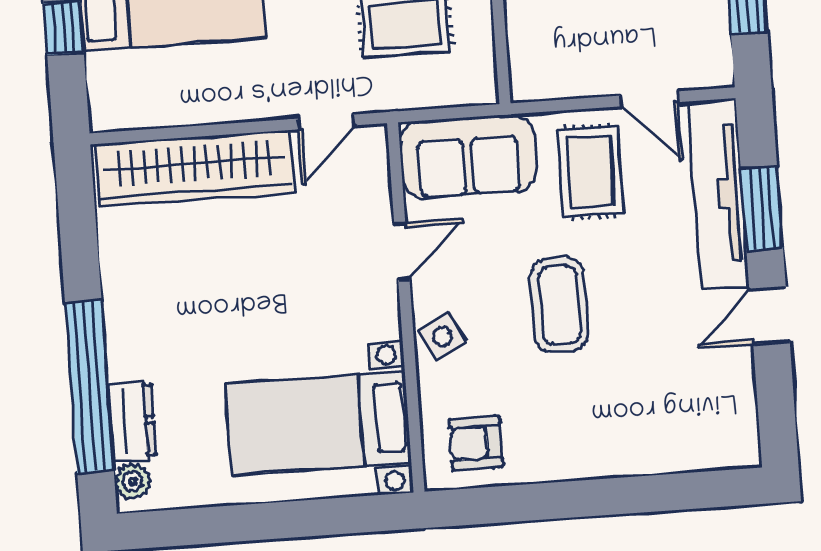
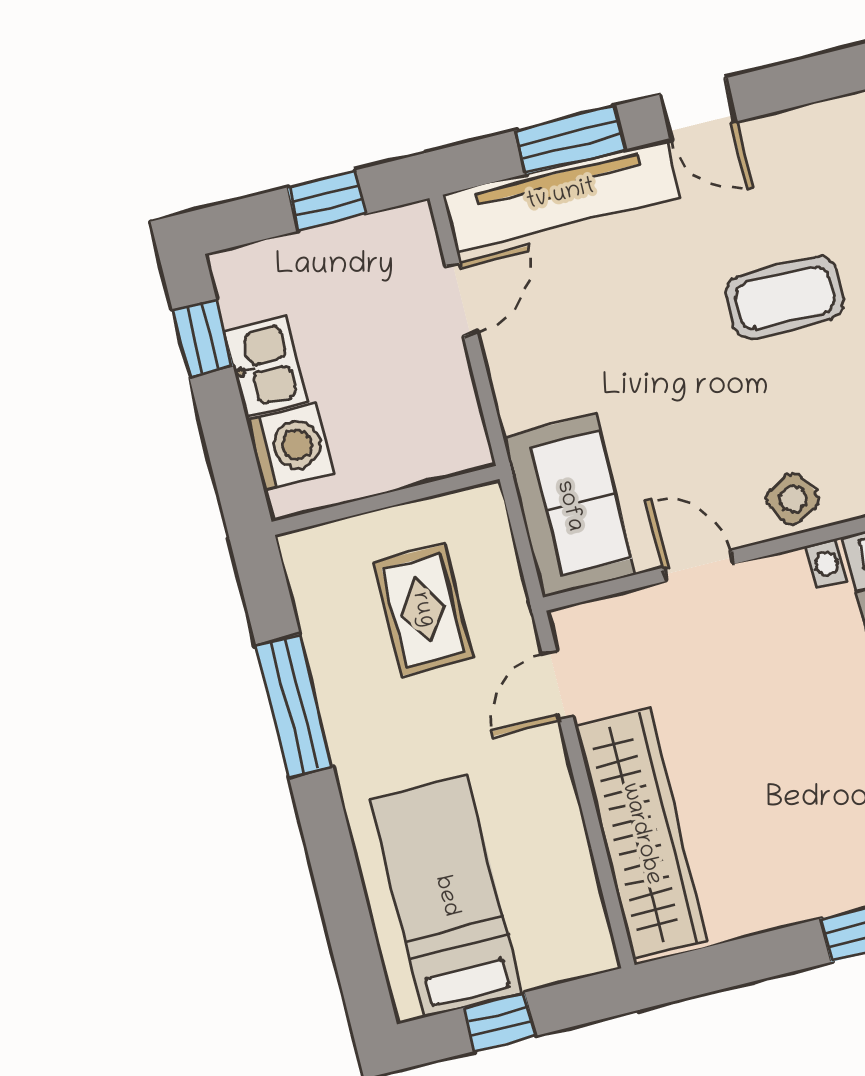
door: (326, 122) -> (558, 685), swing flipped
rug: (590, 172) -> (562, 355), removed
coffee table: (559, 305) -> (785, 298), moved

